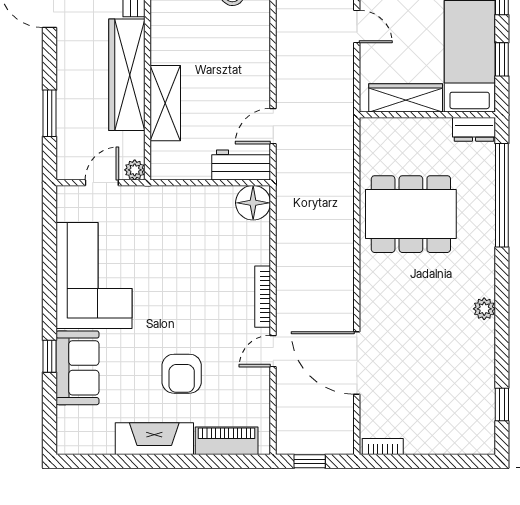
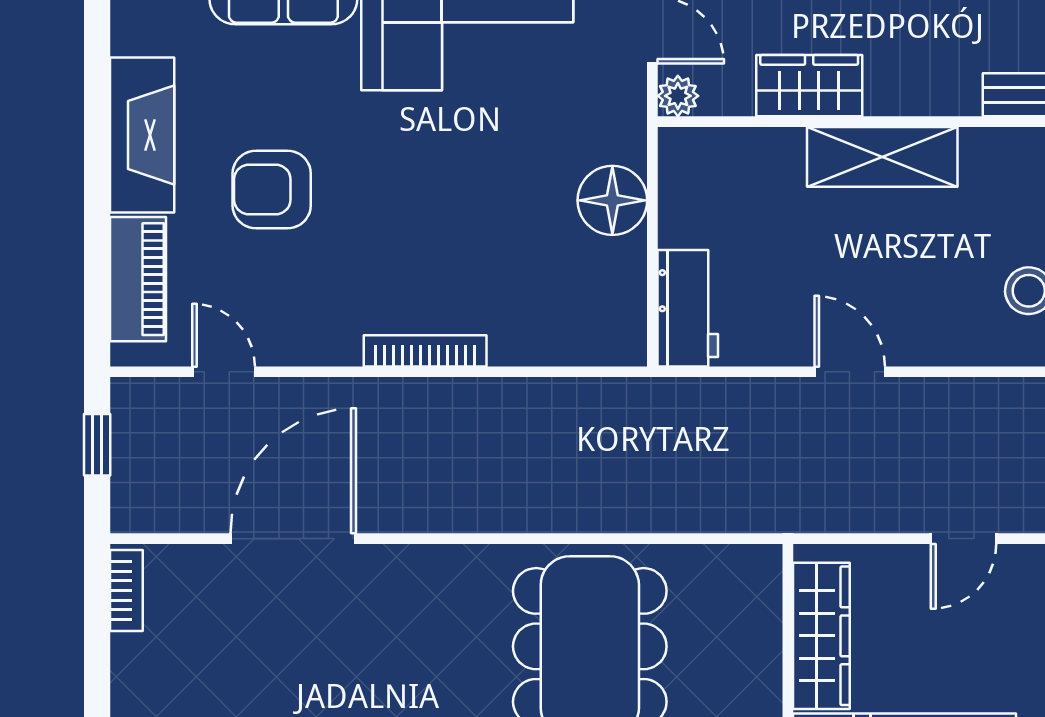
wardrobe: (127, 75) -> (809, 86), width x0.48, depth x0.85
shelving: (165, 103) -> (882, 157), moved
door: (273, 126) -> (850, 372), moved
floor lamp: (253, 203) -> (612, 200), moved
door: (273, 351) -> (224, 372), moved

